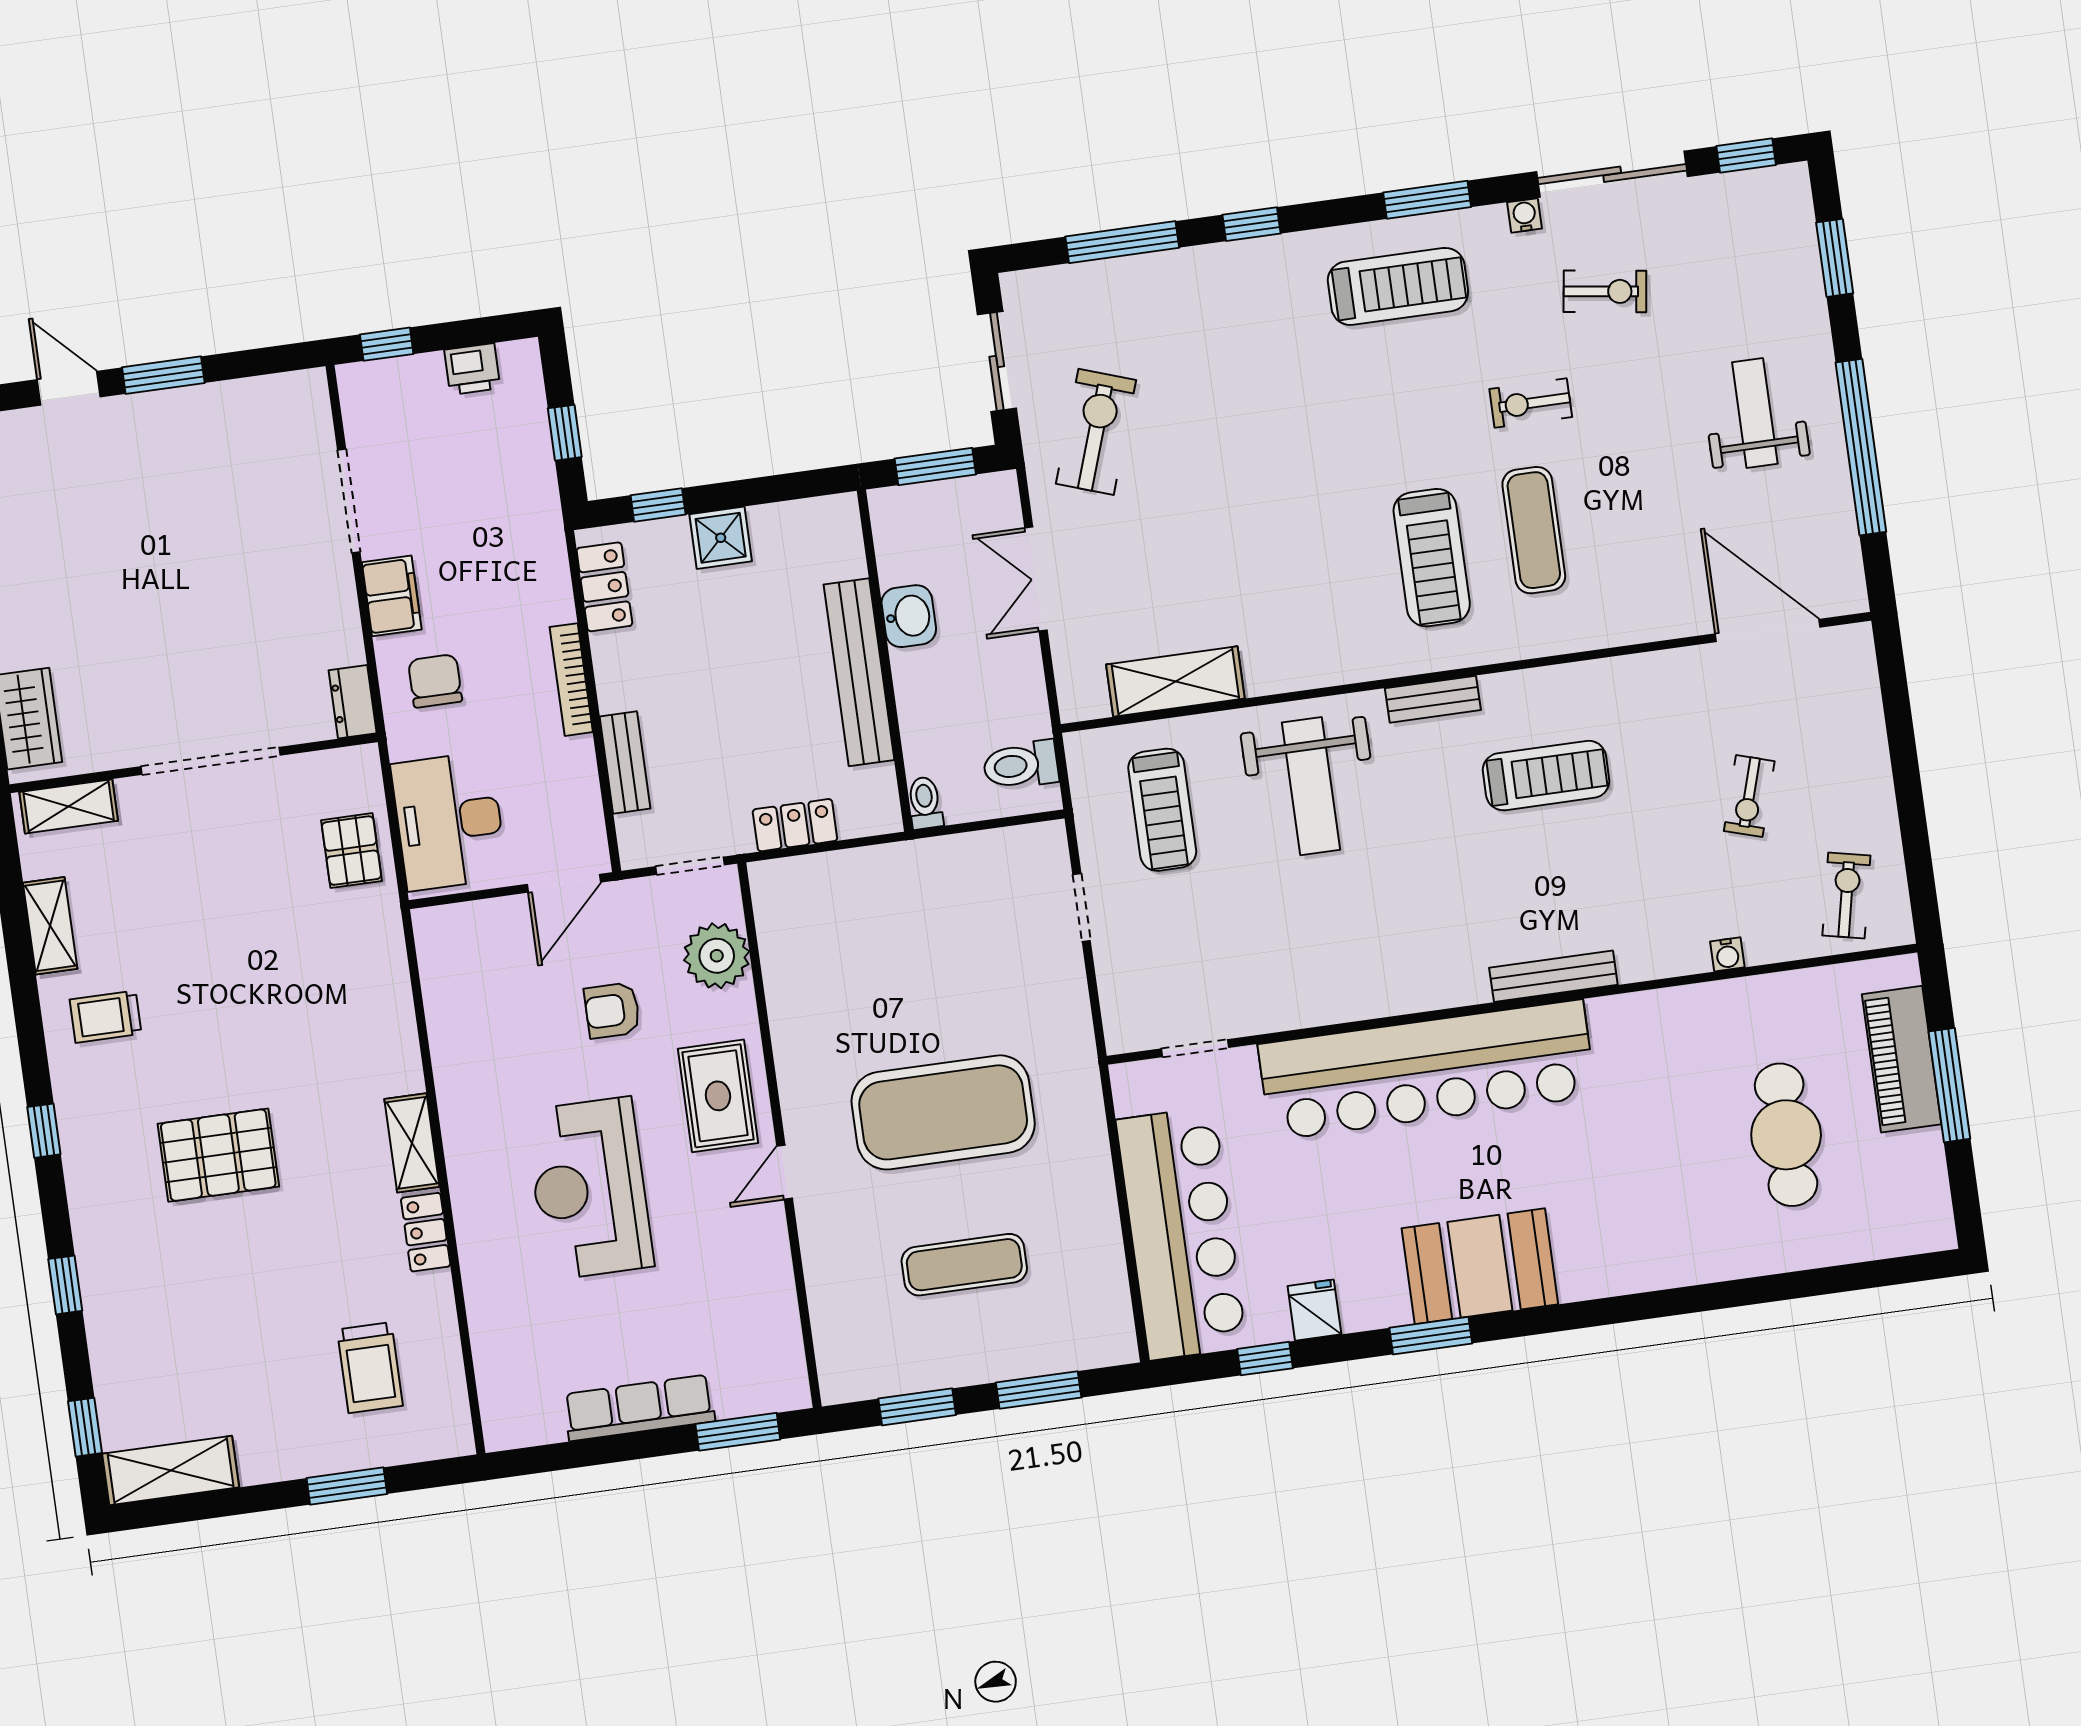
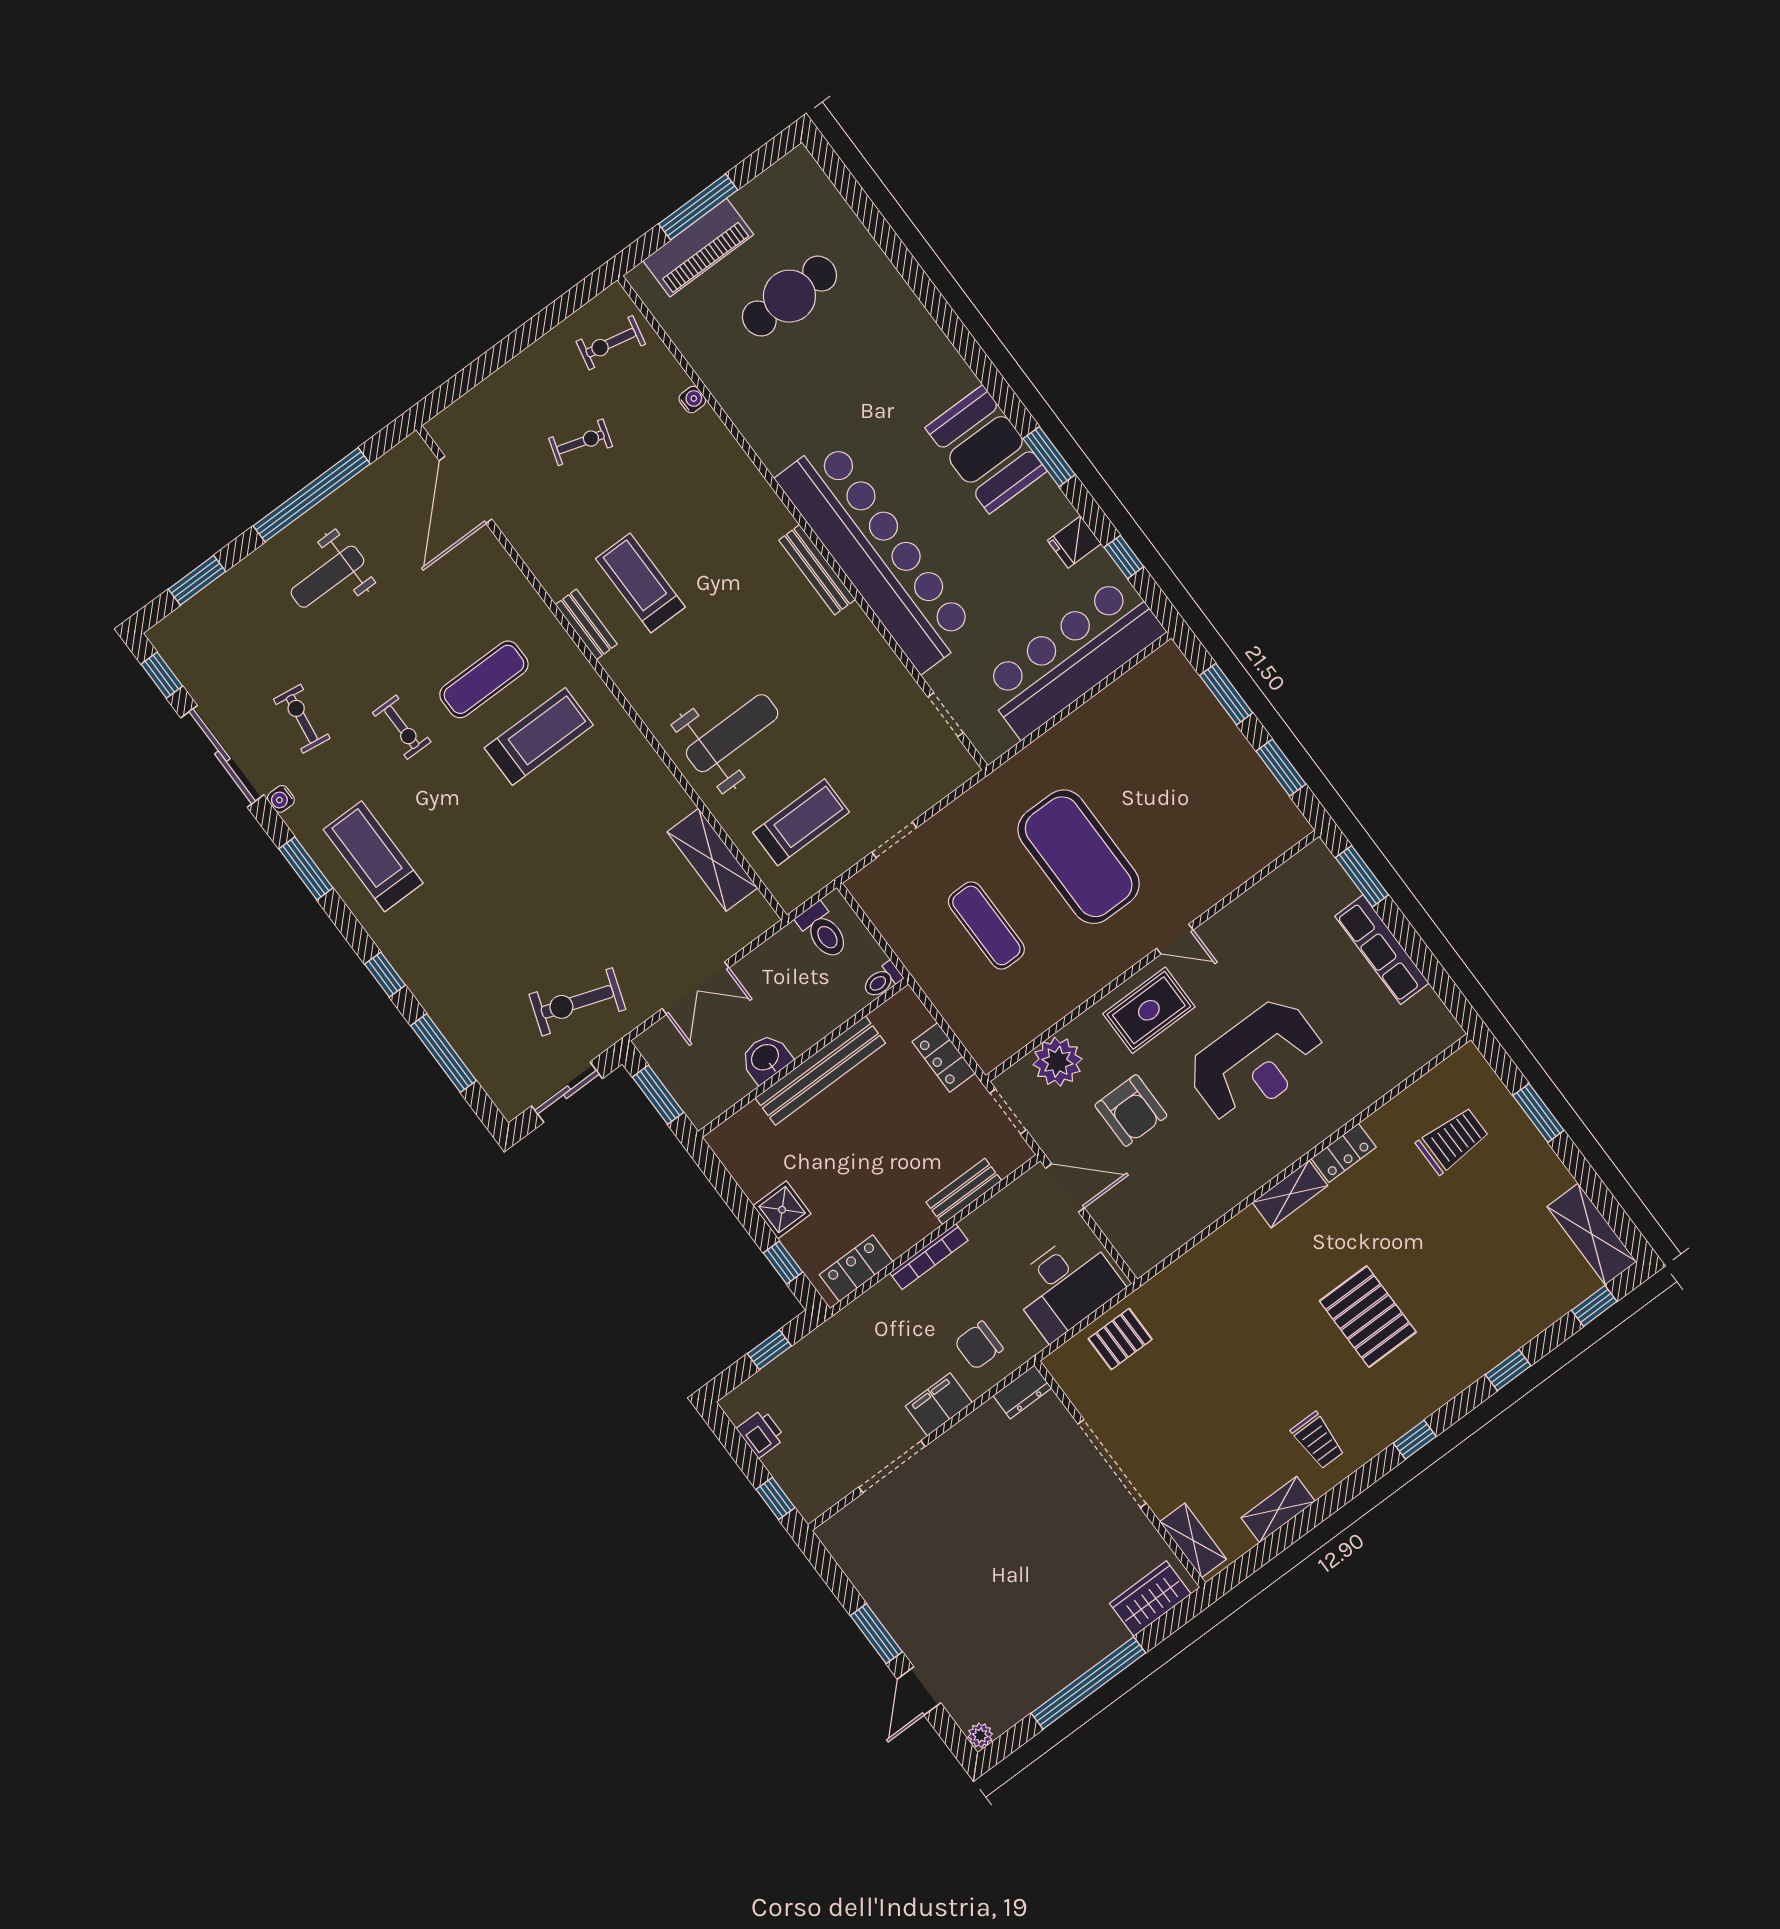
bench: (1433, 699) -> (586, 624), moved
bench: (1553, 976) -> (817, 570), moved
armchair: (612, 1010) -> (1131, 1111), width x1.38, depth x1.38
exercise mat: (964, 1265) -> (986, 925), moved

